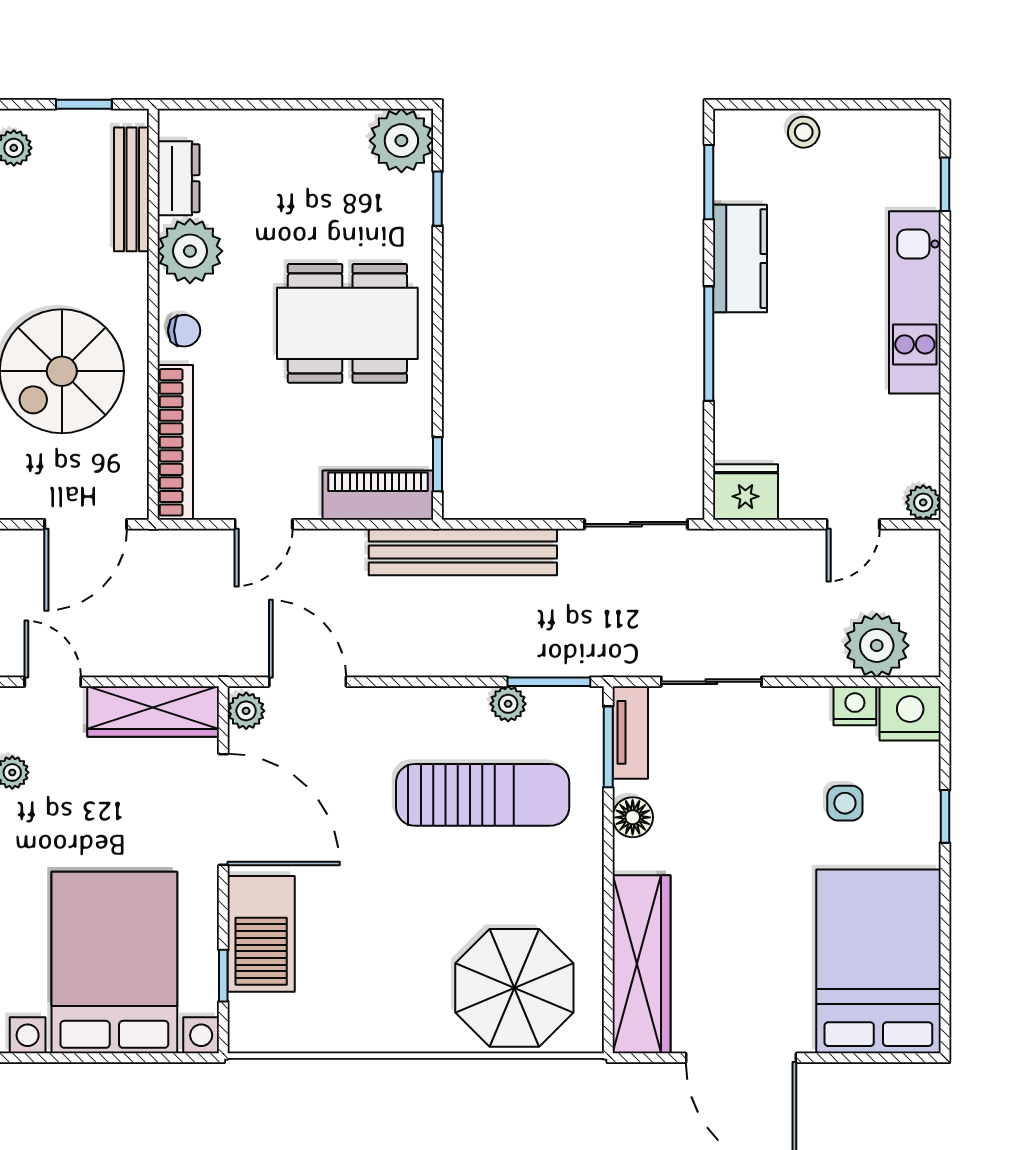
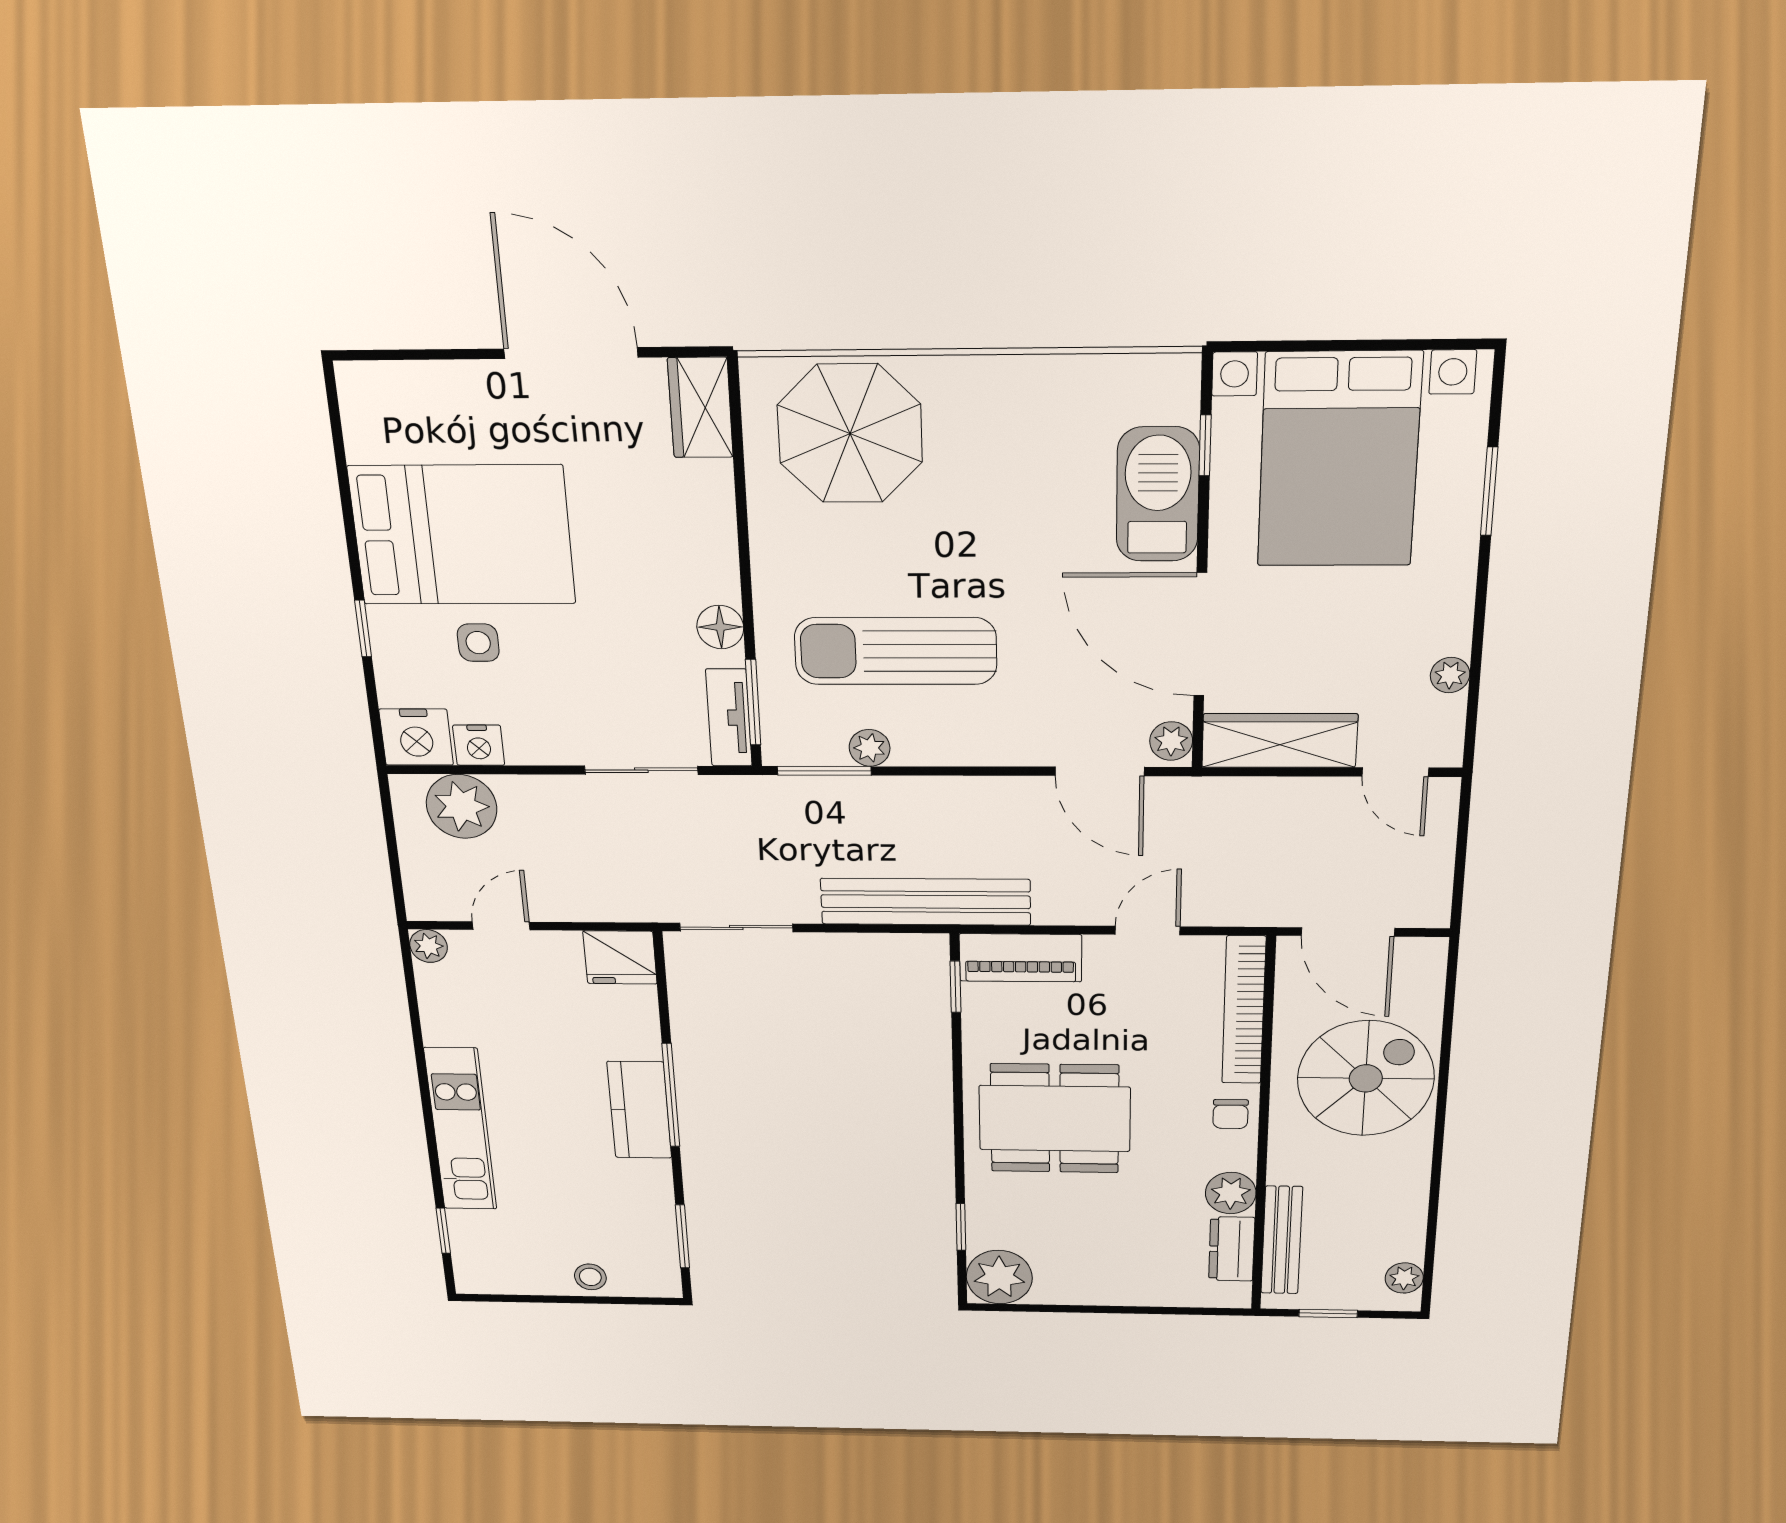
plant: (190, 251) -> (1231, 1193), width x0.73, depth x0.73
kitchen counter: (740, 259) -> (639, 1110), moved
chair: (184, 331) -> (1231, 1114), turned -90
door: (86, 524) -> (1348, 932), swing flipped
bed: (878, 961) -> (462, 535), moved, turned -90
wardrobe: (641, 964) -> (700, 408), width x0.48, depth x0.85

